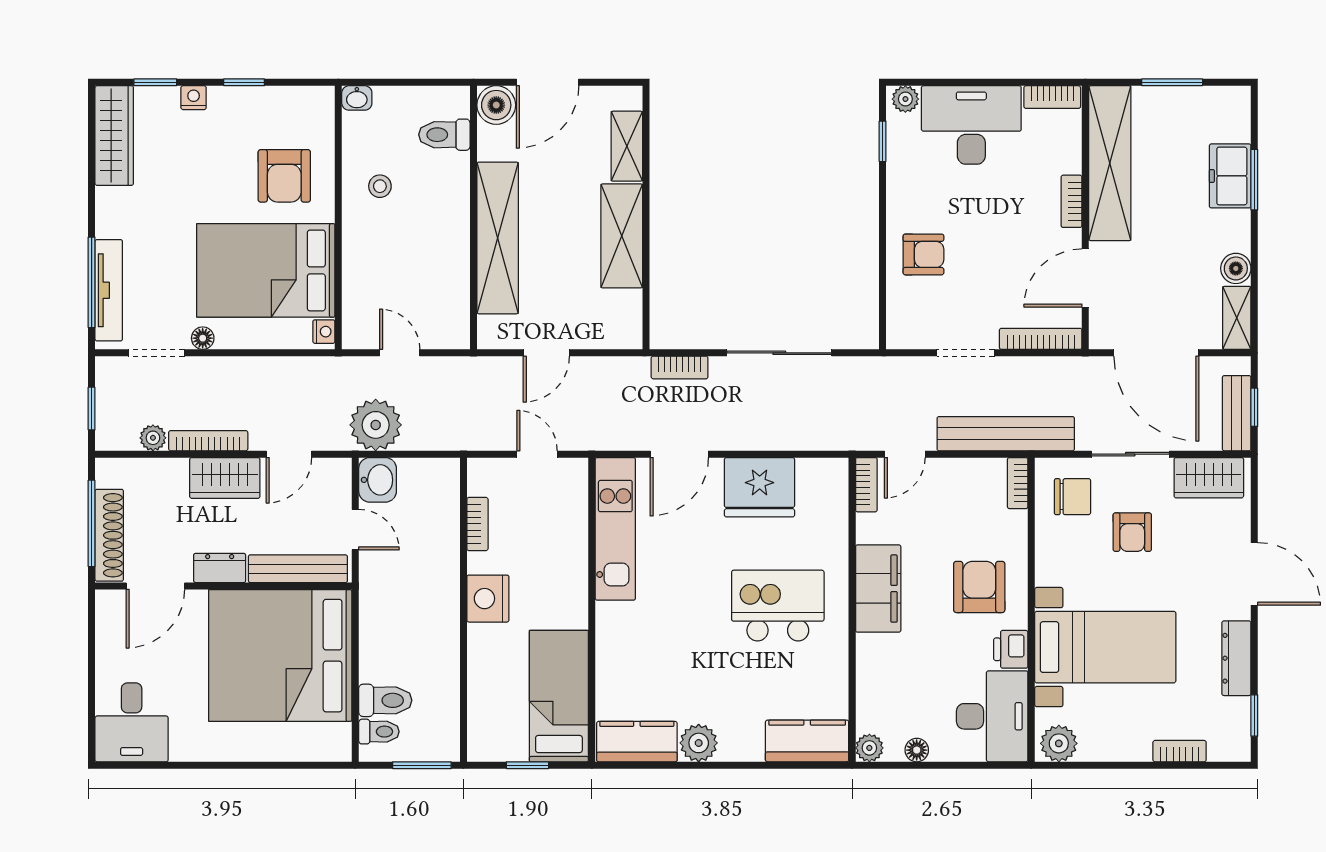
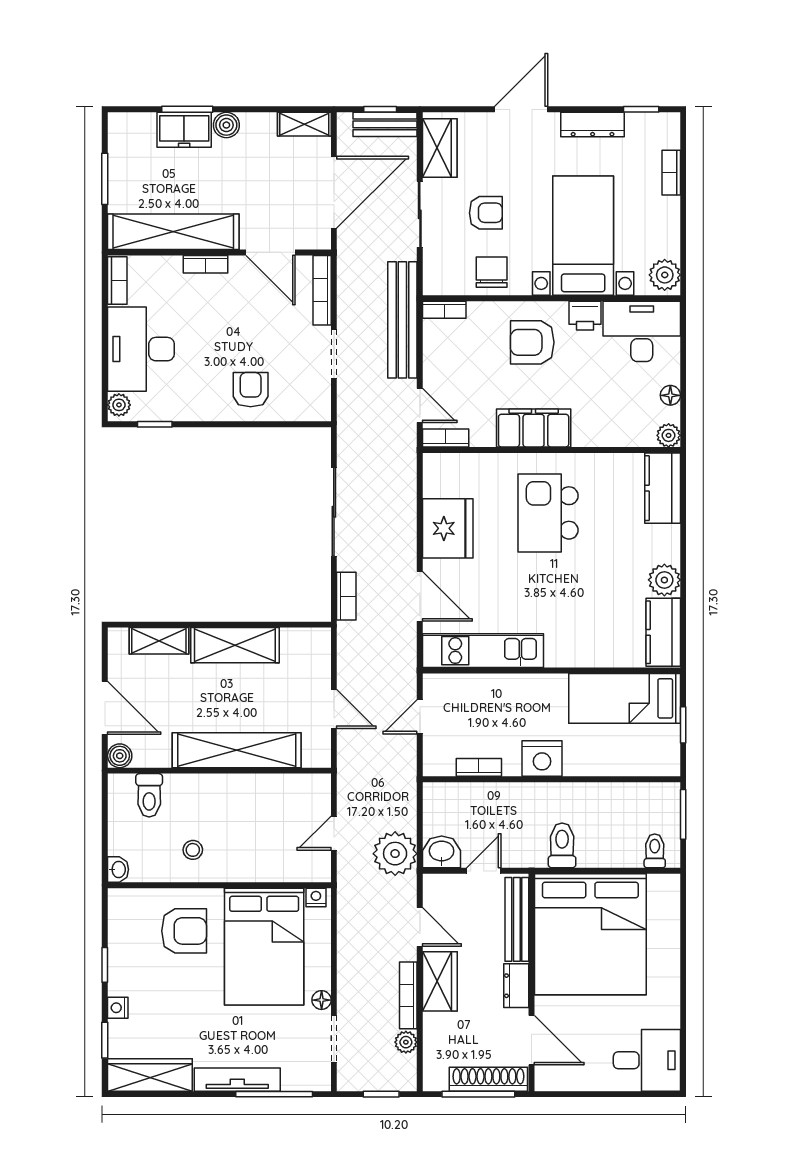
boiler: (496, 105) -> (120, 756), width x0.73, depth x0.73
boiler: (1236, 268) -> (226, 125), moved
tv unit: (109, 290) -> (237, 1080), moved
chair: (1073, 497) -> (492, 272), moved
toilet: (385, 700) -> (562, 845), moved

